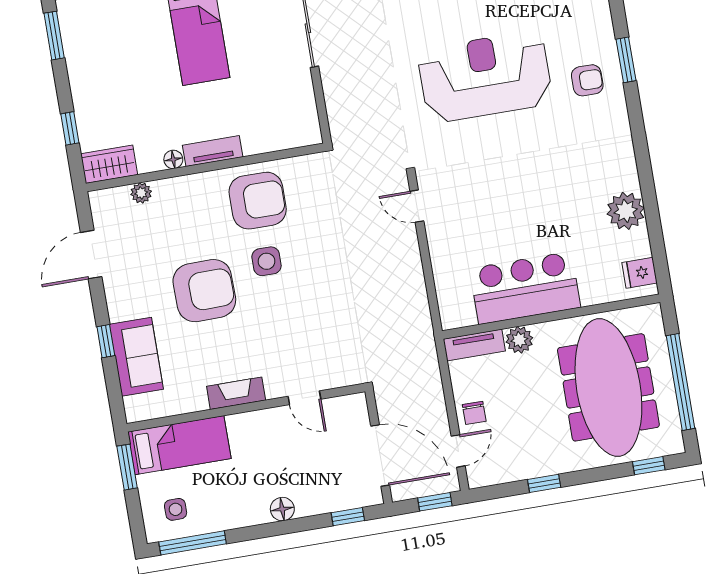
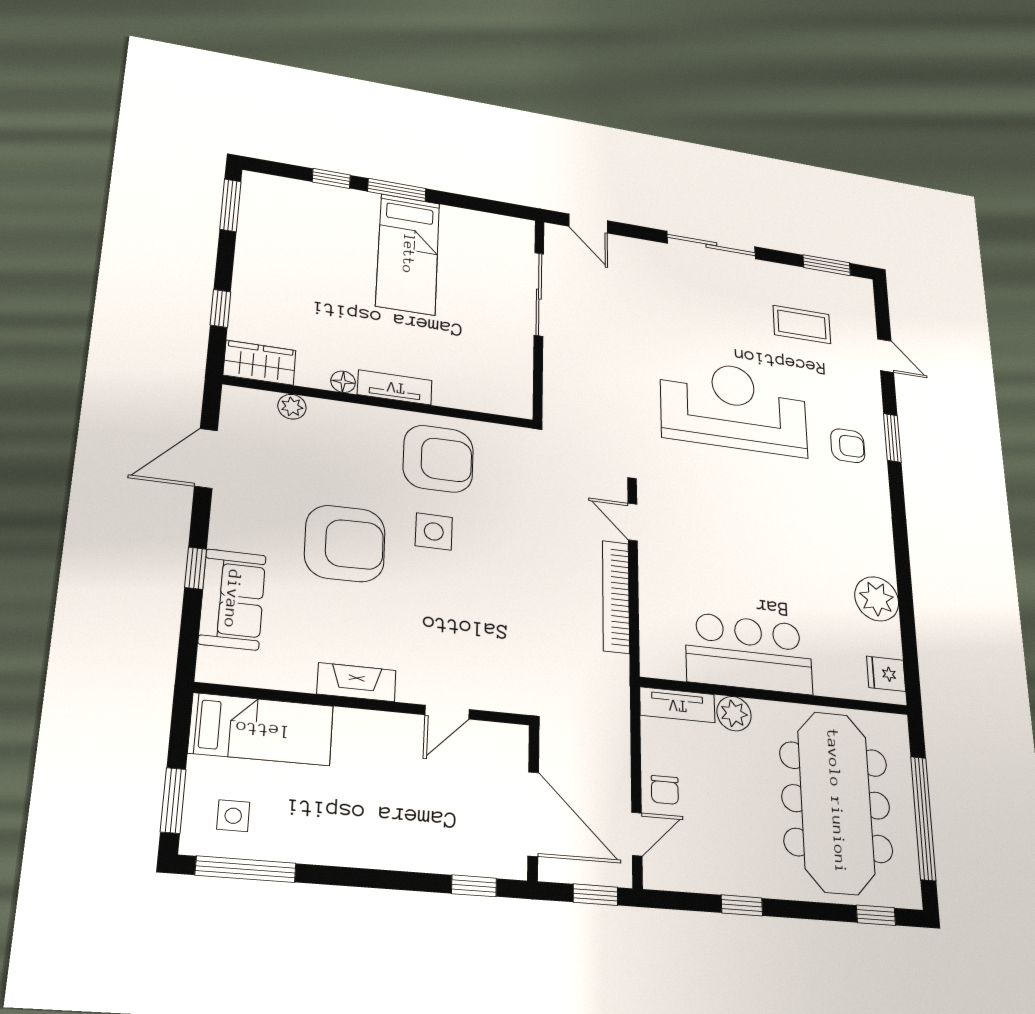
bookcase: (414, 272) -> (616, 597), added
door: (304, 398) -> (447, 712), hinge flipped
window: (127, 467) -> (173, 800), moved
floor lamp: (282, 509) -> (385, 853), removed

